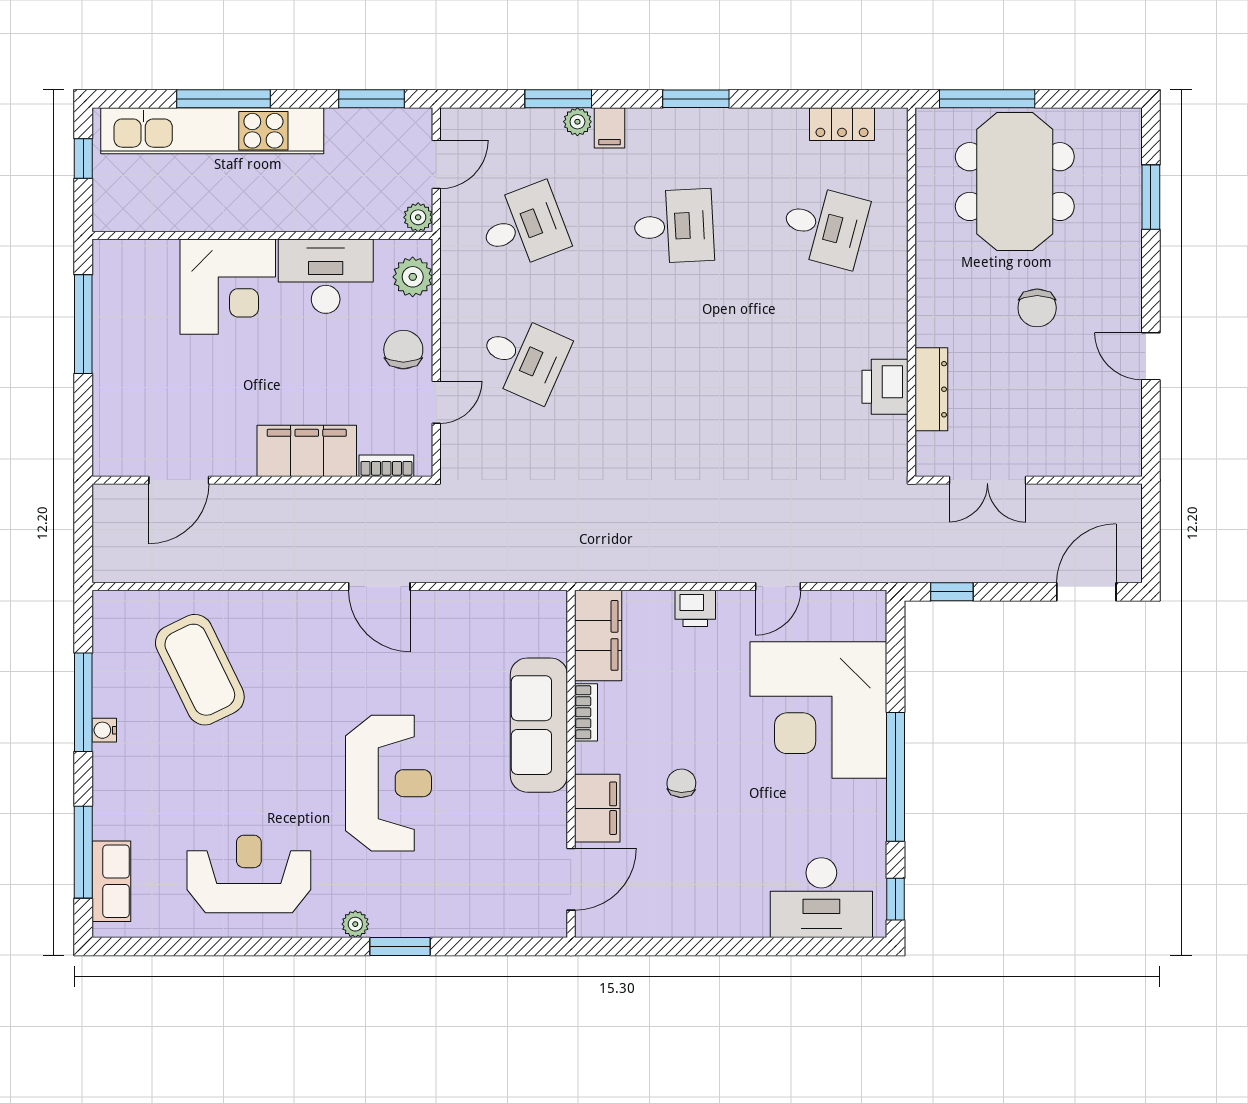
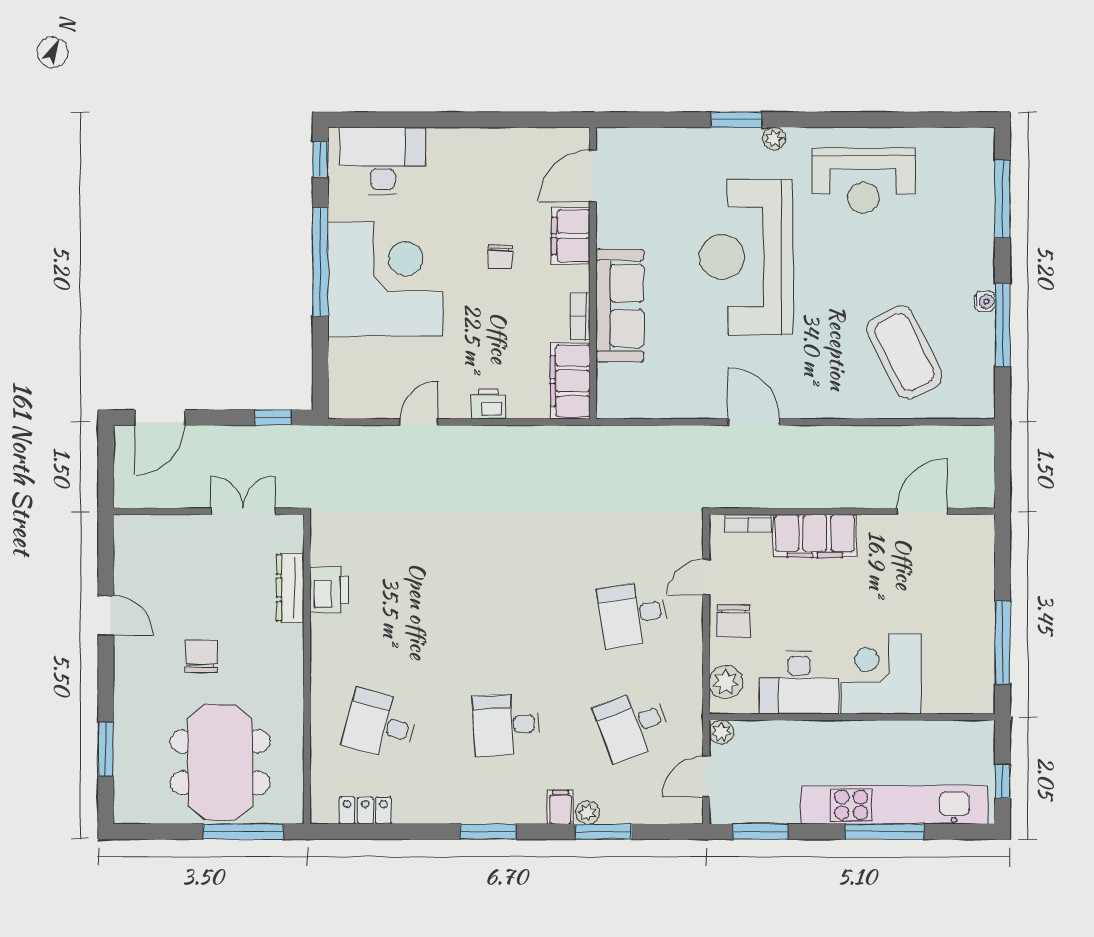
desk: (523, 358) -> (633, 614), turned -33
corner desk: (818, 710) -> (385, 279), moved
reception desk: (388, 783) -> (746, 257), width x1.36, depth x1.30
row of seats: (111, 881) -> (979, 175), removed

